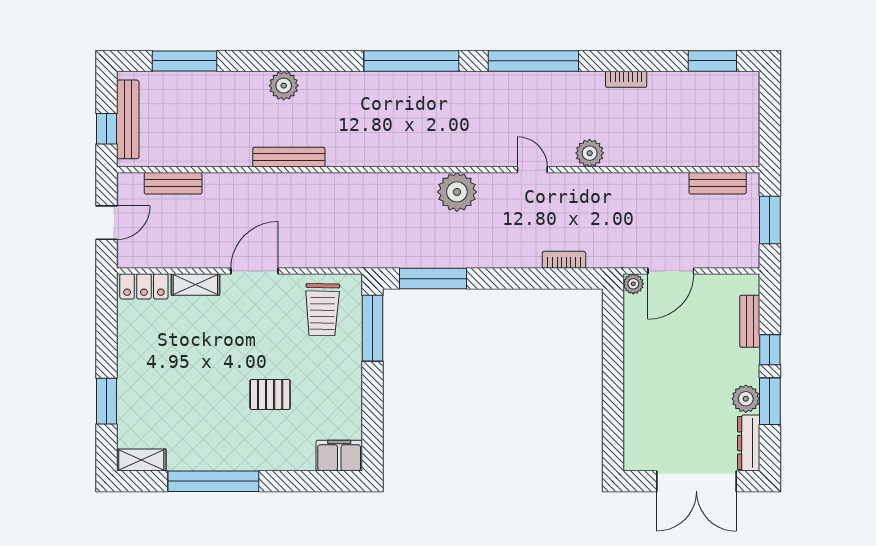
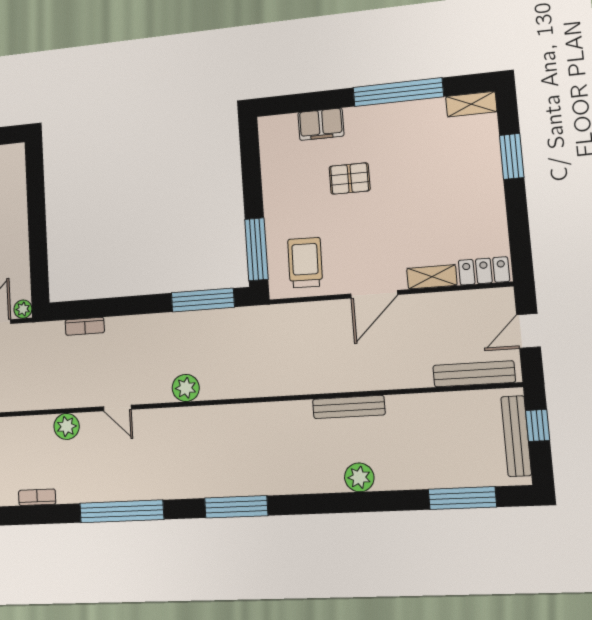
window: (411, 61) -> (236, 507), width x0.68
bench: (173, 183) -> (474, 374), width x1.36
plant: (457, 192) -> (186, 388), width x0.73, depth x0.73
filing cabinet: (339, 456) -> (321, 124), moved

